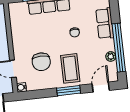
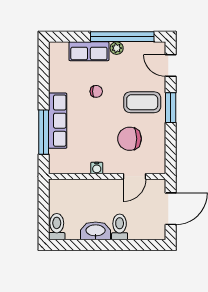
plant: (111, 56) -> (117, 48), moved
chair: (41, 62) -> (129, 139), turned 180
water cooler: (21, 87) -> (97, 168), moved

